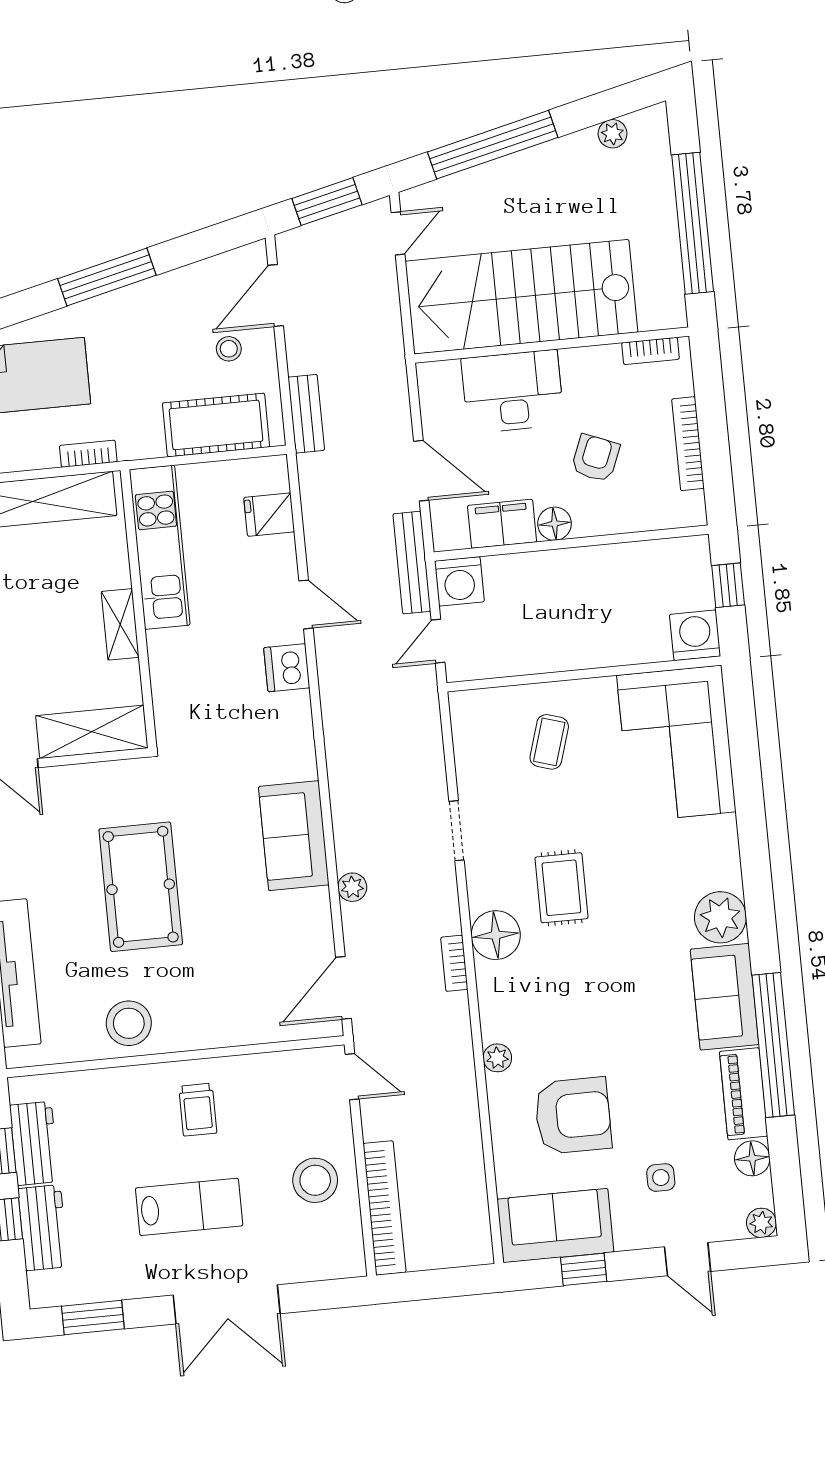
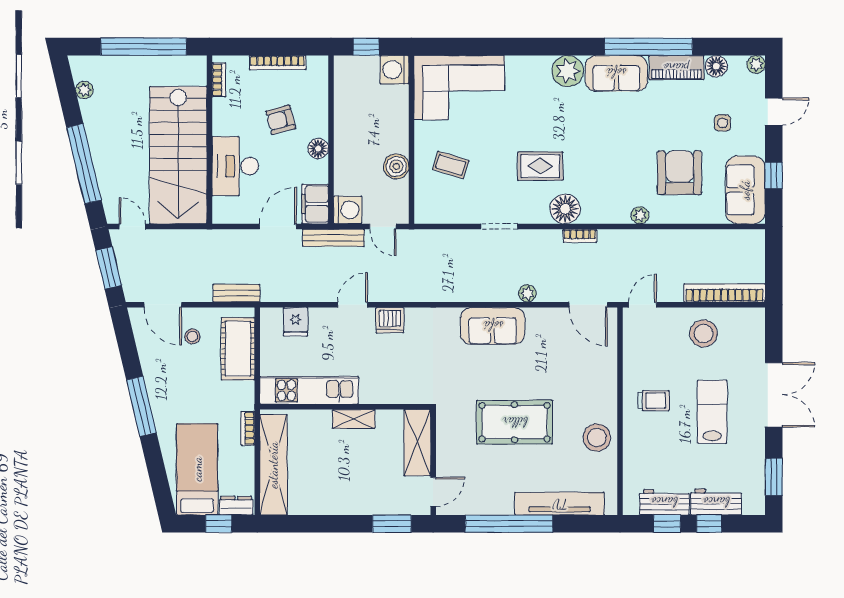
armchair: (595, 458) -> (281, 120), turned -37
filing cabinet: (502, 524) -> (315, 204), moved
boiler: (538, 654) -> (396, 166), added

